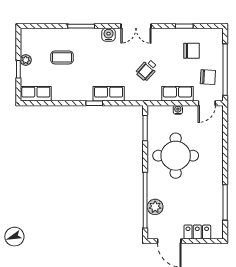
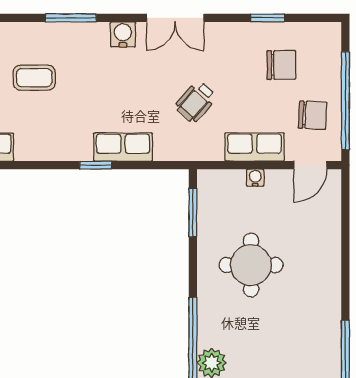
round table: (176, 156) -> (251, 265), width x0.73, depth x0.73

